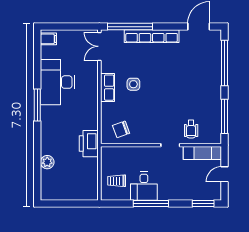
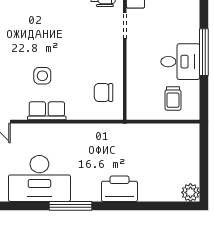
chair: (121, 129) -> (103, 92), turned 110
printer: (89, 144) -> (119, 189), moved, turned 180
plant: (47, 162) -> (190, 192), moved

